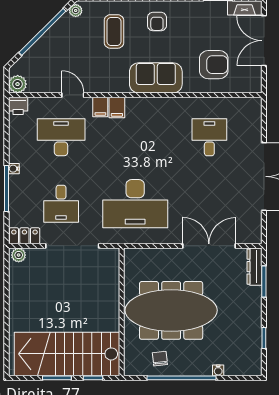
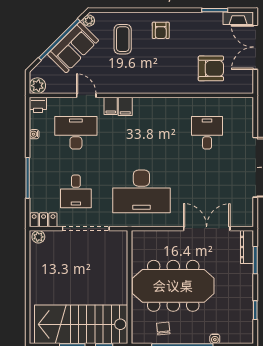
sofa: (156, 78) -> (73, 47), moved, turned 135
water cooler: (14, 169) -> (34, 134), moved

